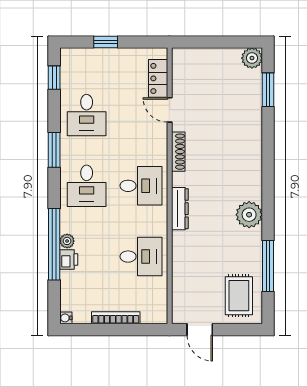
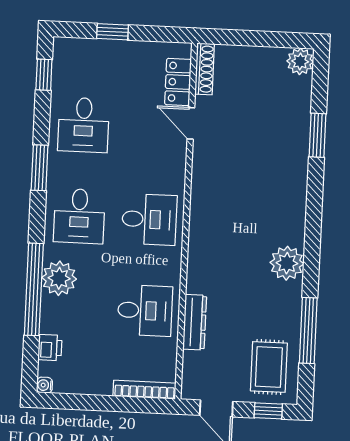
window: (268, 90) -> (317, 135), moved
shoe rack: (178, 152) -> (205, 69), moved
dresser: (180, 209) -> (195, 322), moved
plant: (67, 241) -> (59, 278), width x1.87, depth x1.87
printer: (69, 260) -> (50, 348), moved
bookcase: (116, 318) -> (145, 390), moved
window: (240, 330) -> (268, 411), added

